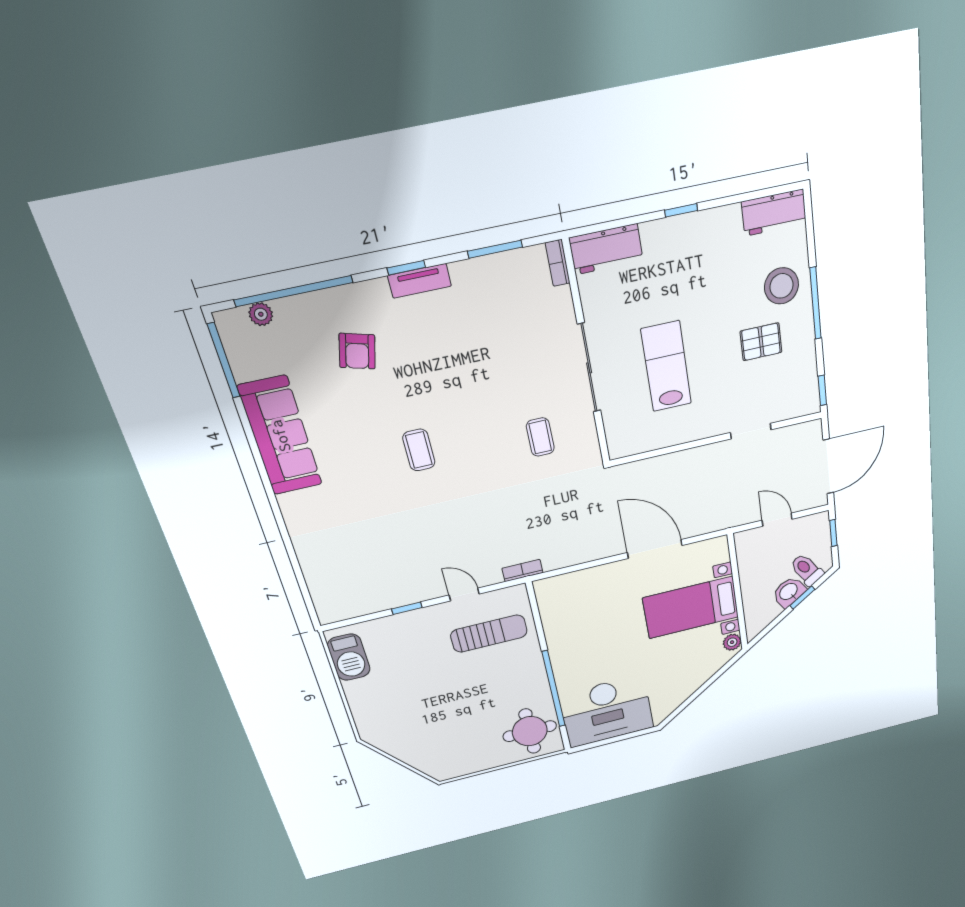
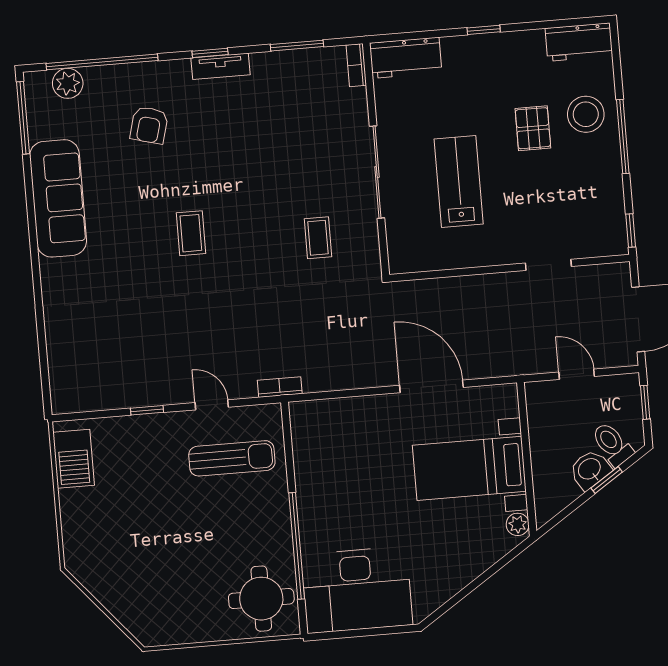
plant: (261, 314) -> (68, 83), width x1.38, depth x1.38
pallet: (761, 342) -> (533, 128), moved, turned 90

